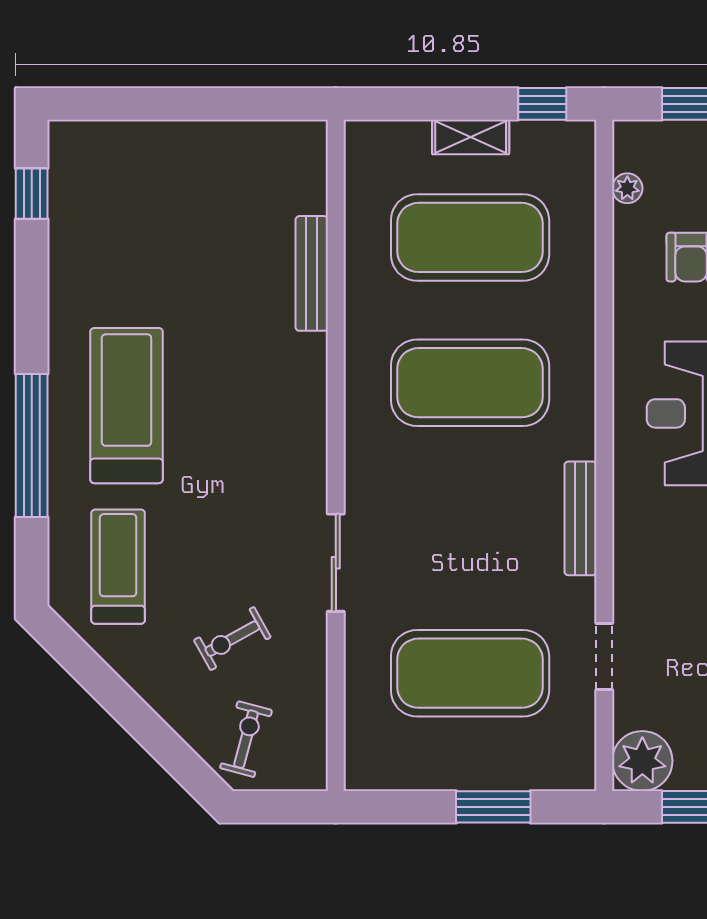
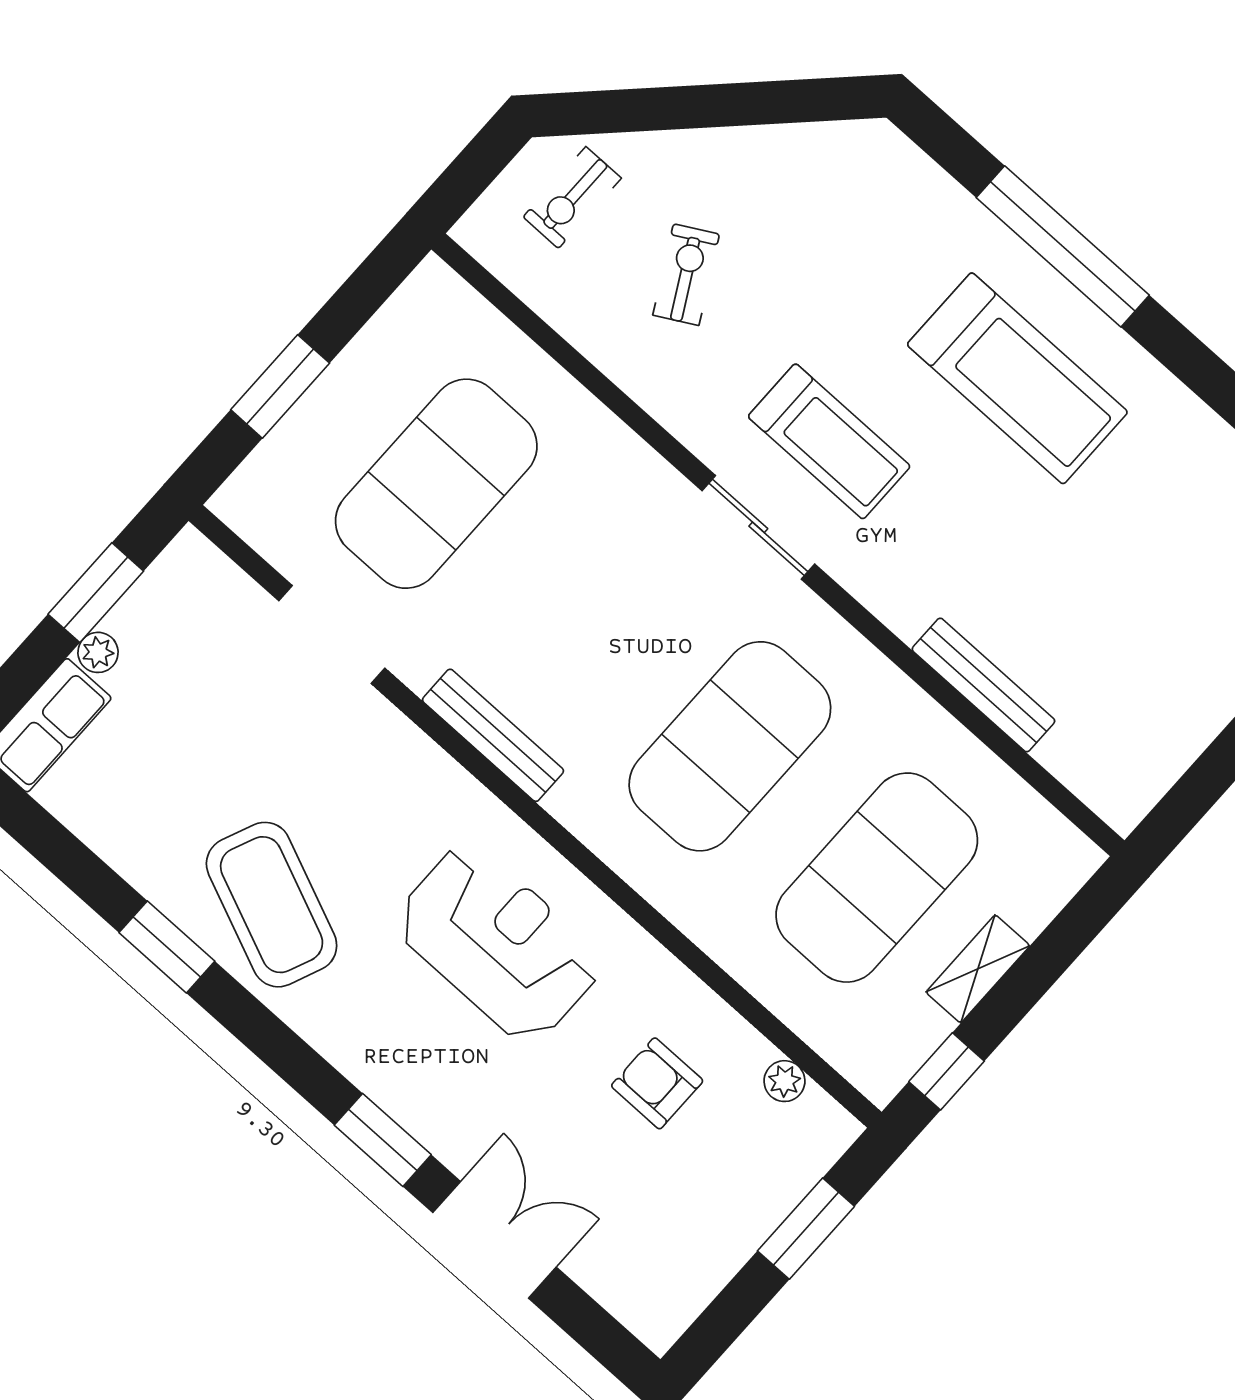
sliding door: (336, 563) -> (758, 527), moved
treadmill: (118, 567) -> (829, 441), moved
doorway: (604, 657) -> (332, 635), width x1.38
exercise bike: (246, 739) -> (572, 198), turned 75
plant: (642, 761) -> (192, 578), removed

